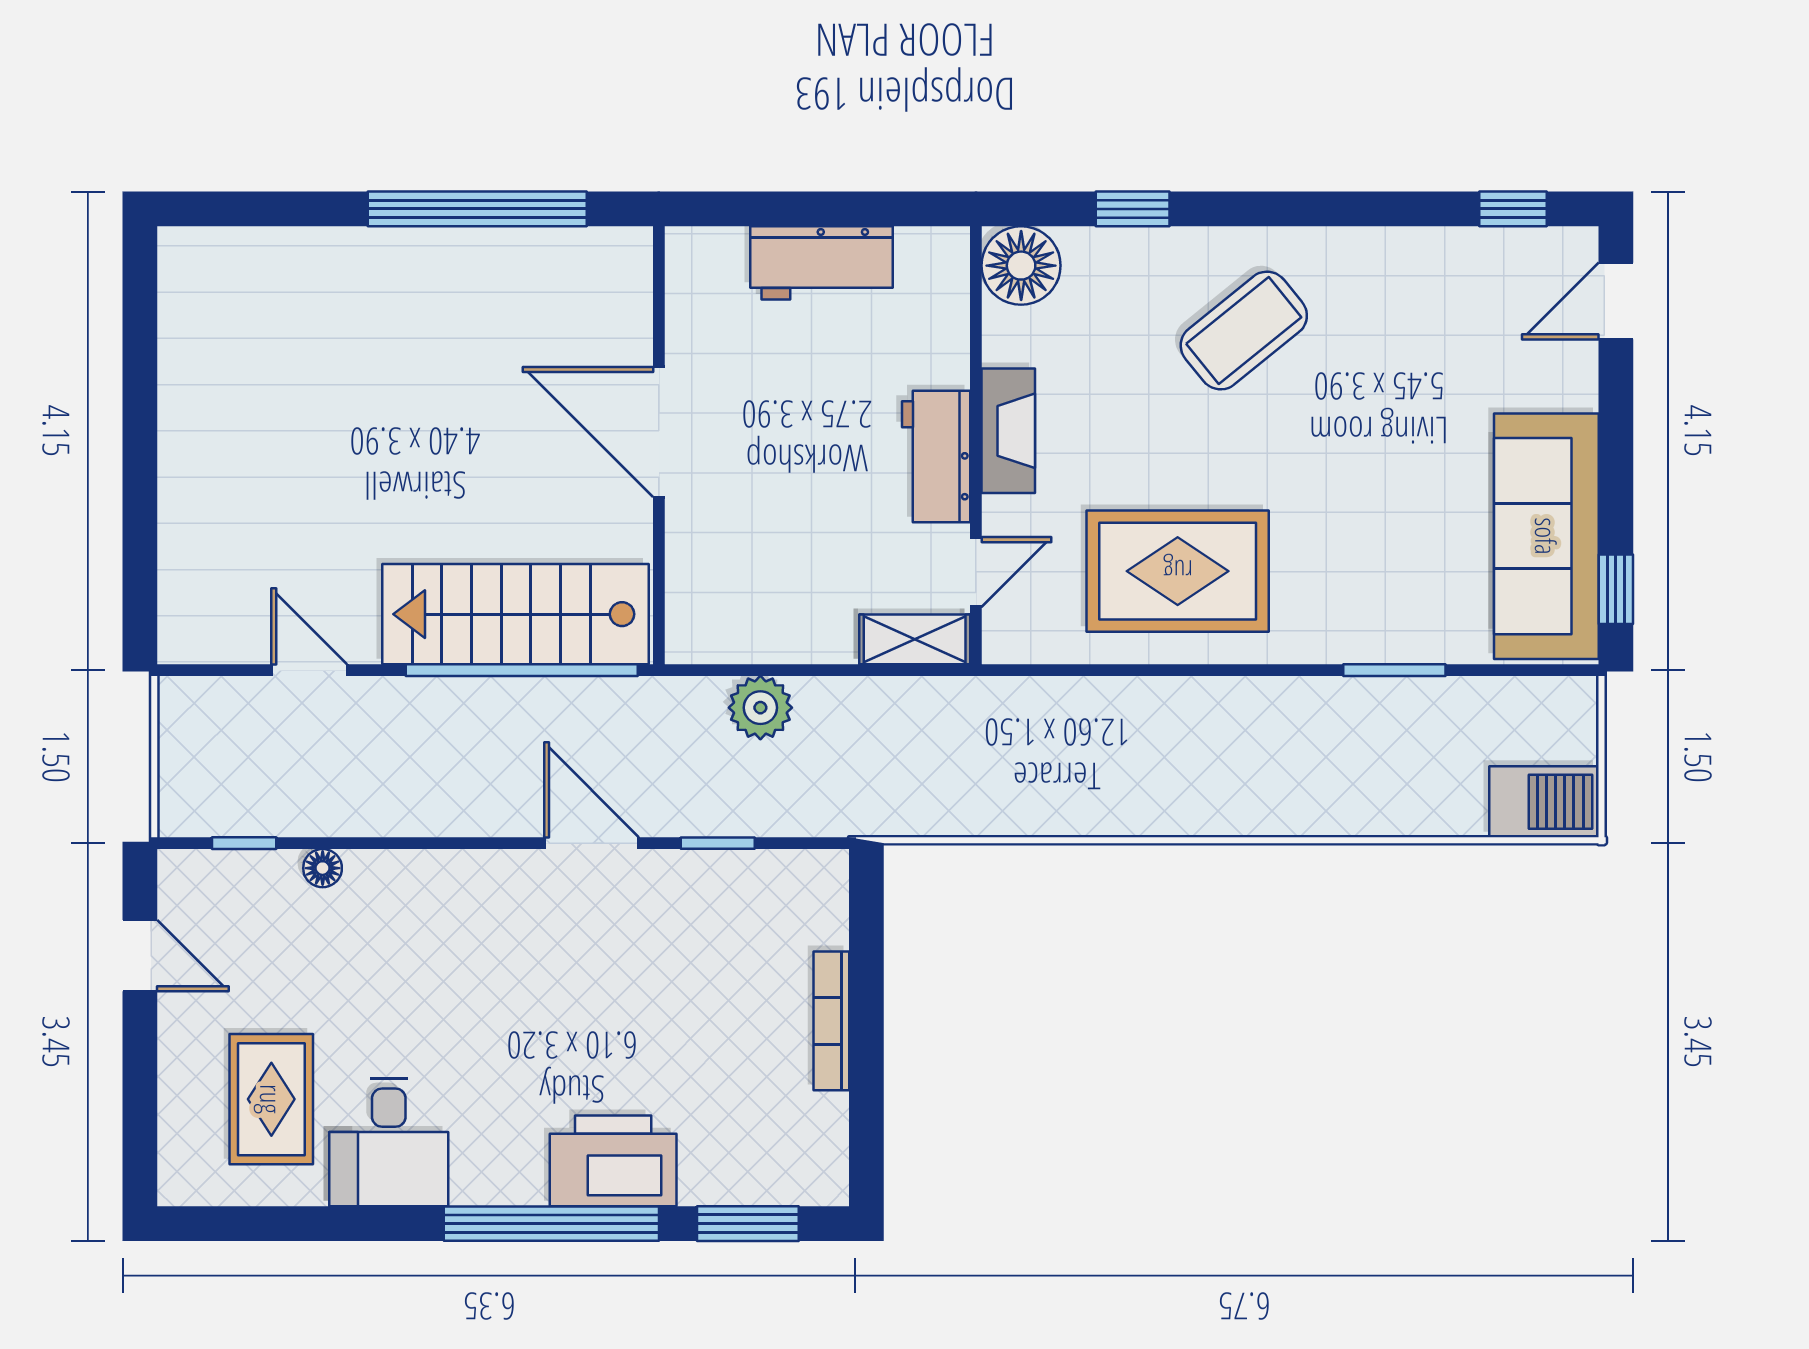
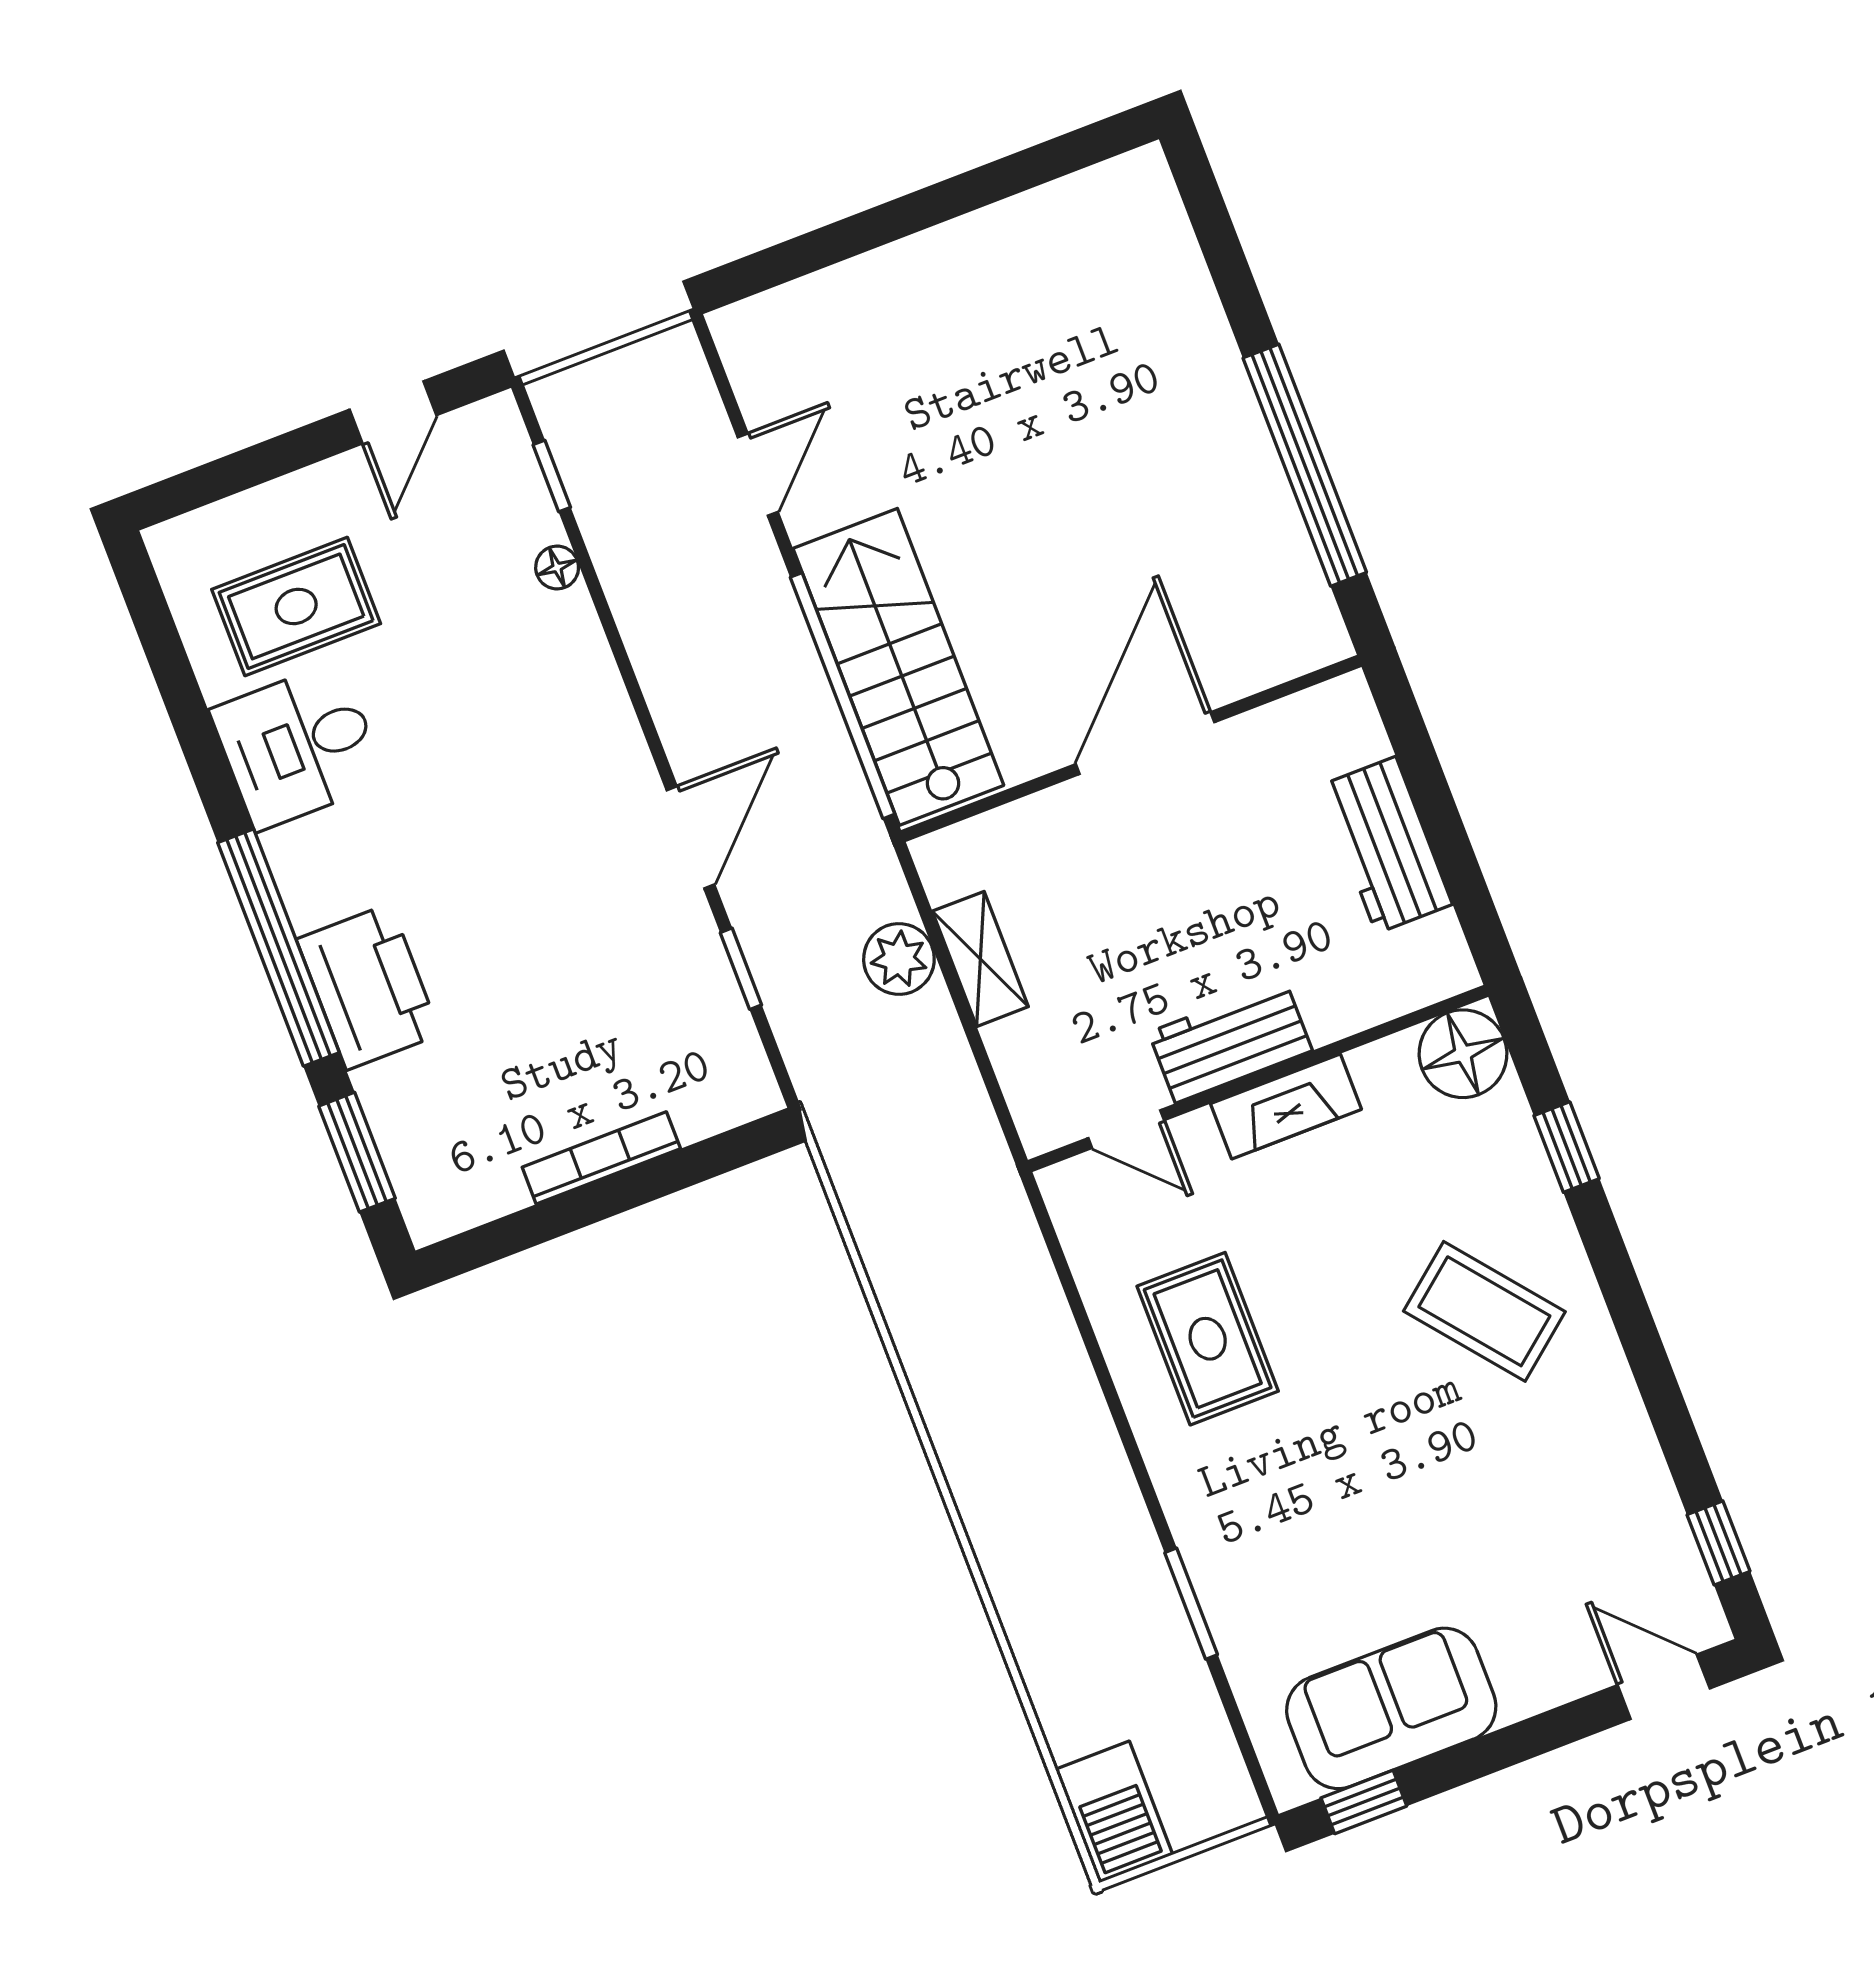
sofa: (1546, 536) -> (1391, 1708), width x0.73
rug: (1178, 571) -> (1208, 1339), width x0.73, depth x0.70
shelving: (915, 639) -> (980, 959), moved

